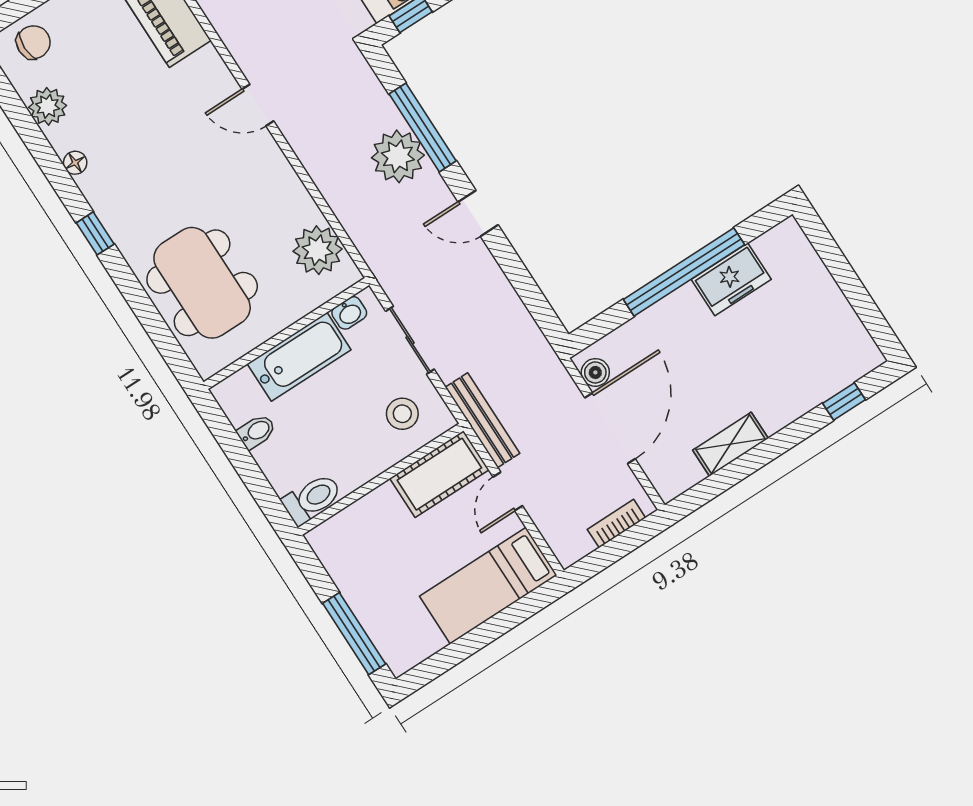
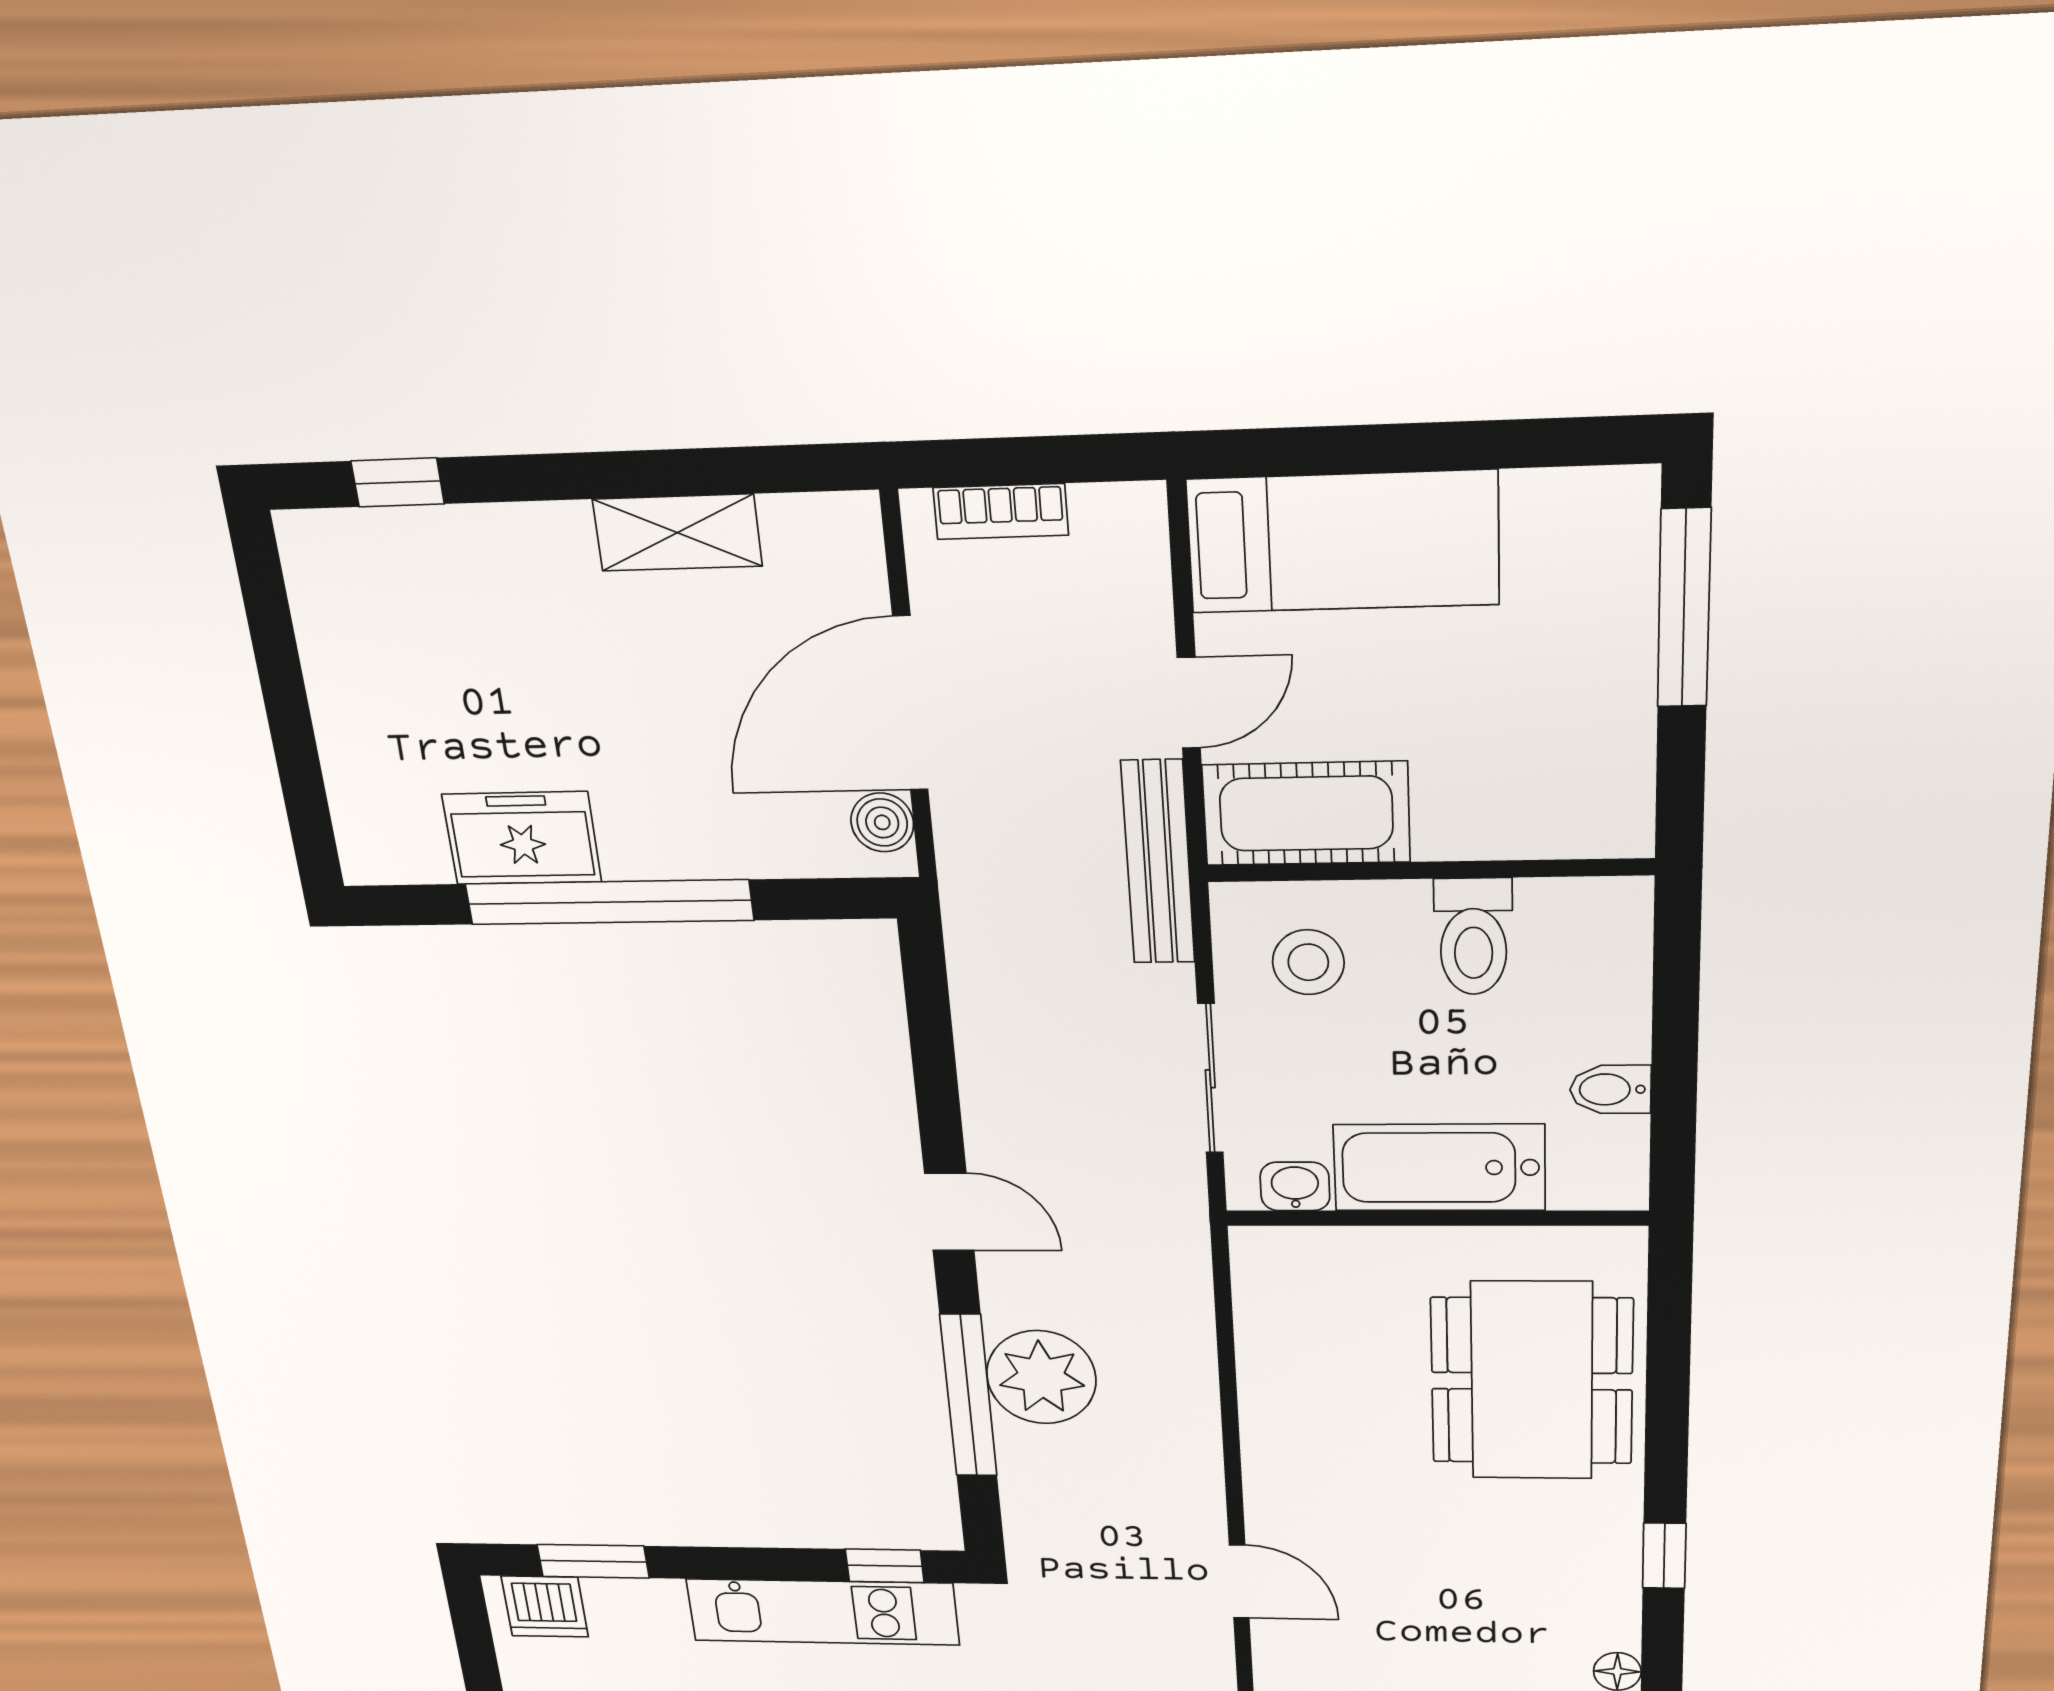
plant: (318, 250) -> (1285, 1316), removed
toilet: (312, 499) -> (1473, 937), moved, turned -90

